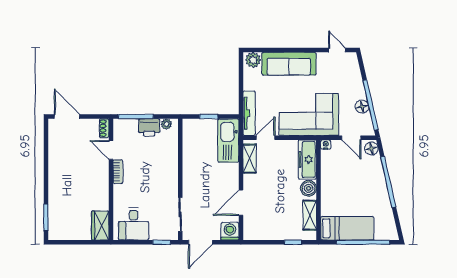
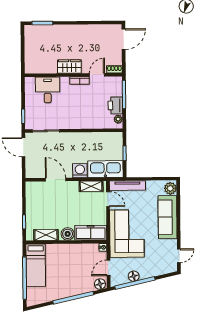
desk: (134, 224) -> (48, 90), moved, turned 90
wardrobe: (100, 226) -> (69, 67), moved
washing machine: (230, 231) -> (80, 171), moved, turned -90

